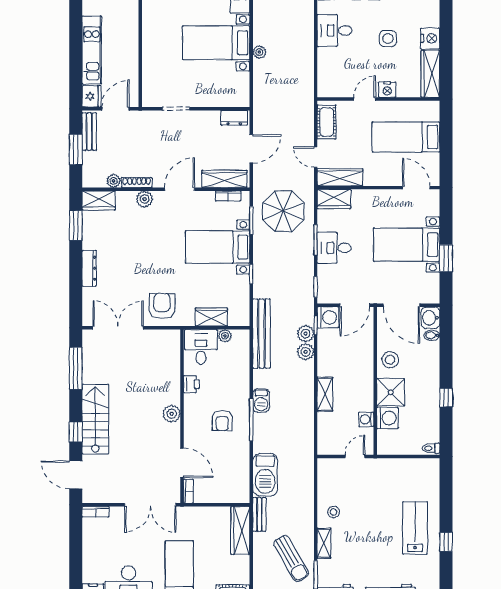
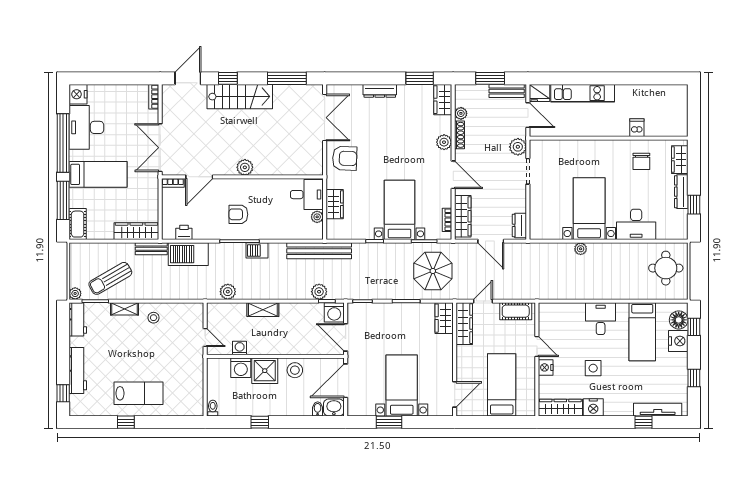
plant: (149, 120) -> (518, 147), added
desk: (334, 248) -> (399, 318), removed
plant: (306, 352) -> (228, 292), moved
printer: (191, 384) -> (184, 232), moved, turned 180

